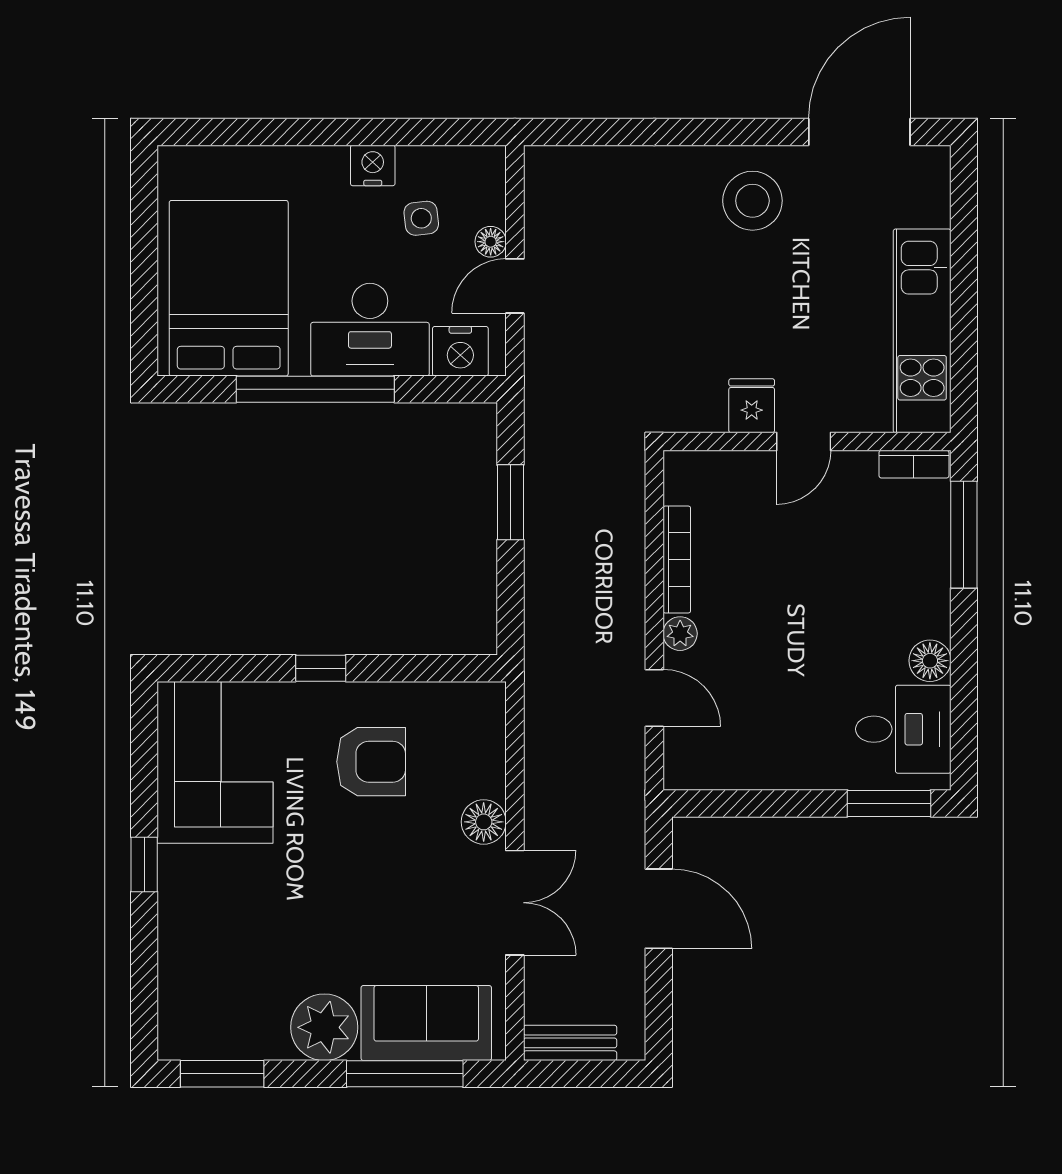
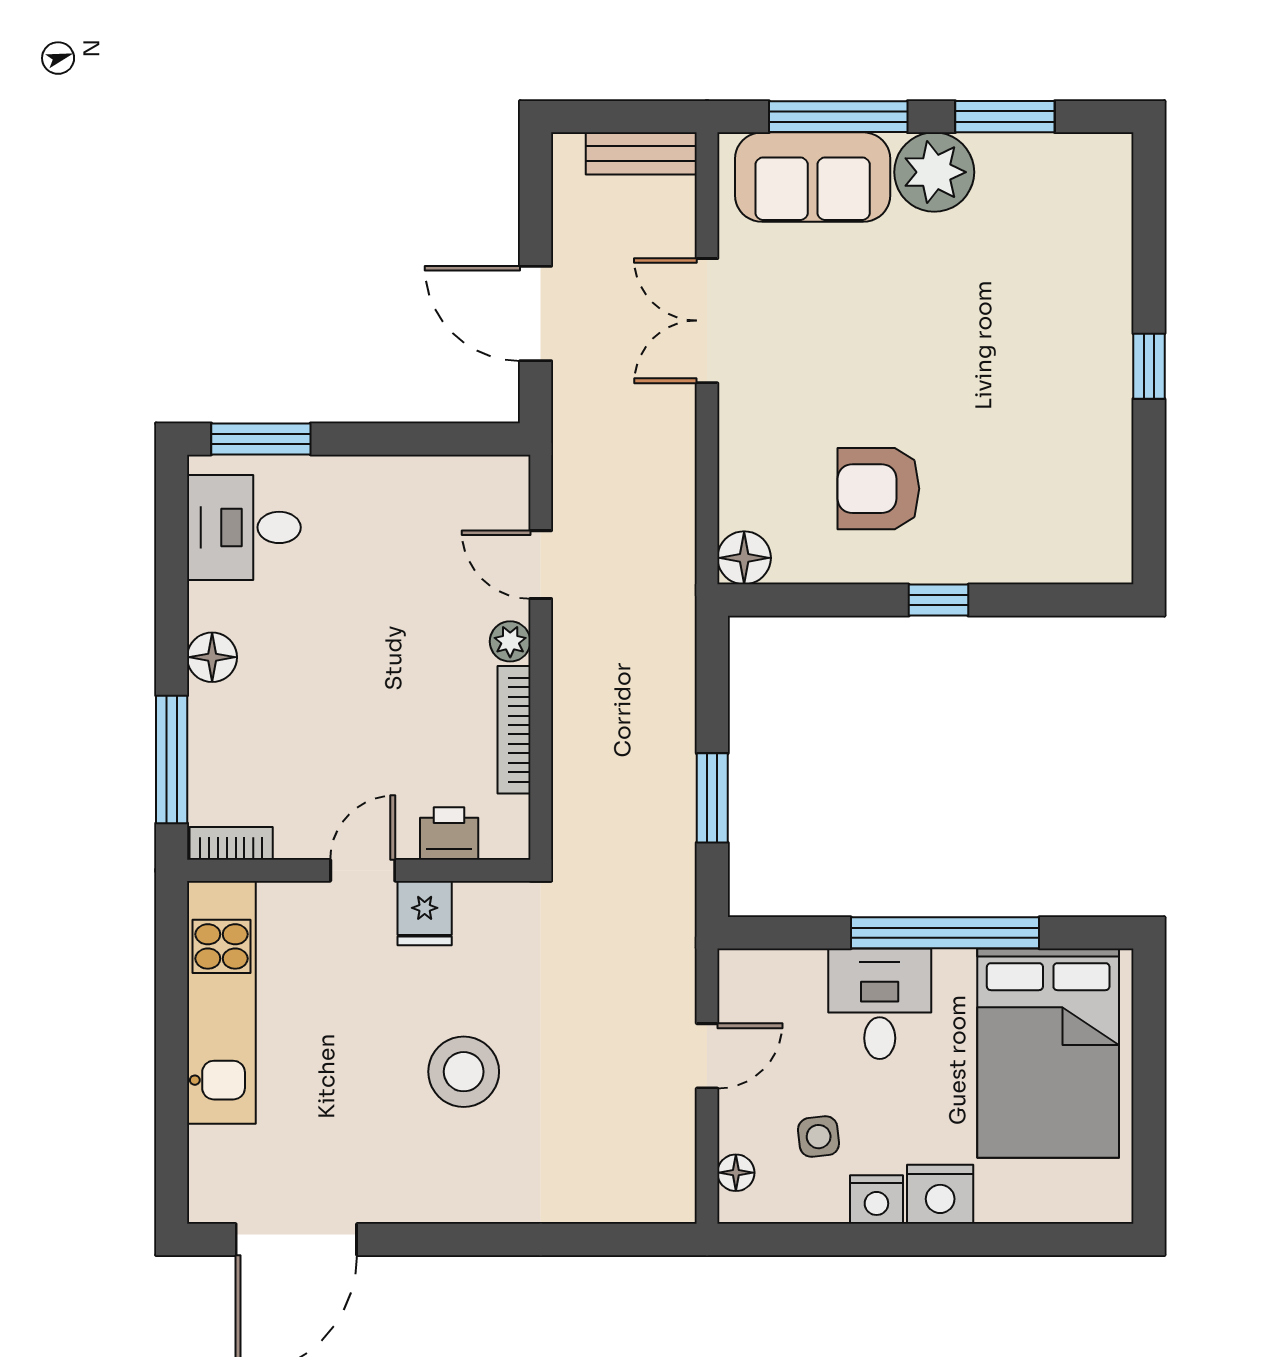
stool: (752, 201) -> (464, 1072), moved
floor lamp: (491, 242) -> (736, 1173), moved
desk: (370, 330) -> (880, 1004), width x0.73
nightstand: (460, 351) -> (940, 1194), moved, turned 180
printer: (731, 472) -> (449, 834), added
floor lamp: (930, 661) -> (212, 657), moved
corner sofa: (215, 762) -> (1064, 488), removed
floor lamp: (484, 822) -> (744, 558), moved
window: (222, 1074) -> (1005, 117), moved

